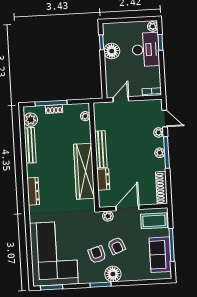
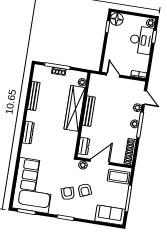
floor lamp: (112, 51) -> (117, 19), moved
door: (121, 99) -> (113, 75), hinge flipped
plant: (31, 120) -> (38, 76), removed
wardrobe: (84, 171) -> (75, 108), moved
dresser: (103, 179) -> (84, 146), moved
sofa: (160, 255) -> (110, 215), moved, turned 90
floor lamp: (113, 274) -> (77, 212), removed

